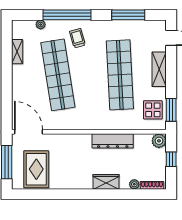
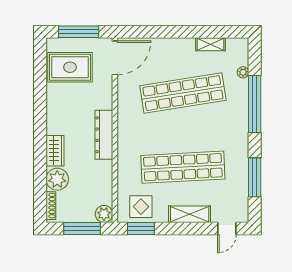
trolley: (77, 38) -> (227, 116), removed
dresser: (113, 141) -> (104, 135), moved
window: (171, 159) -> (82, 228), width x2.17
plant: (134, 184) -> (57, 179), width x1.88, depth x1.88

